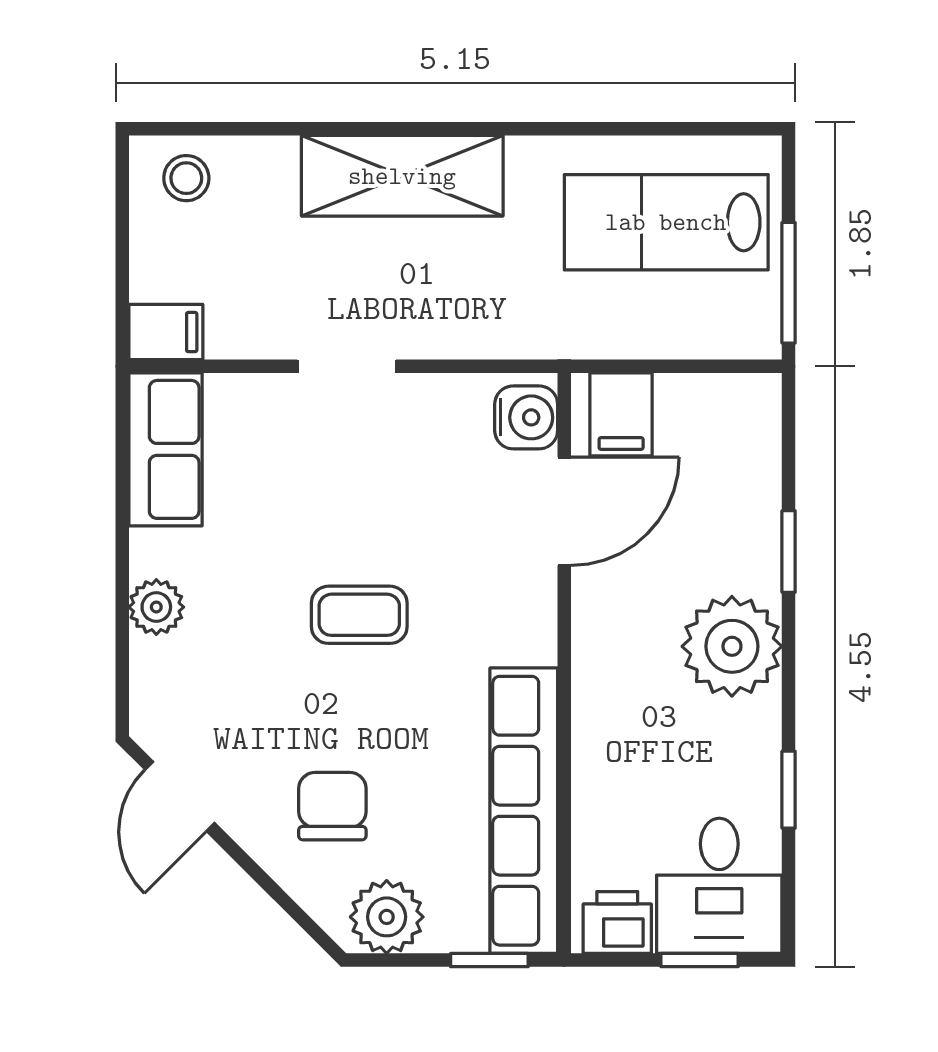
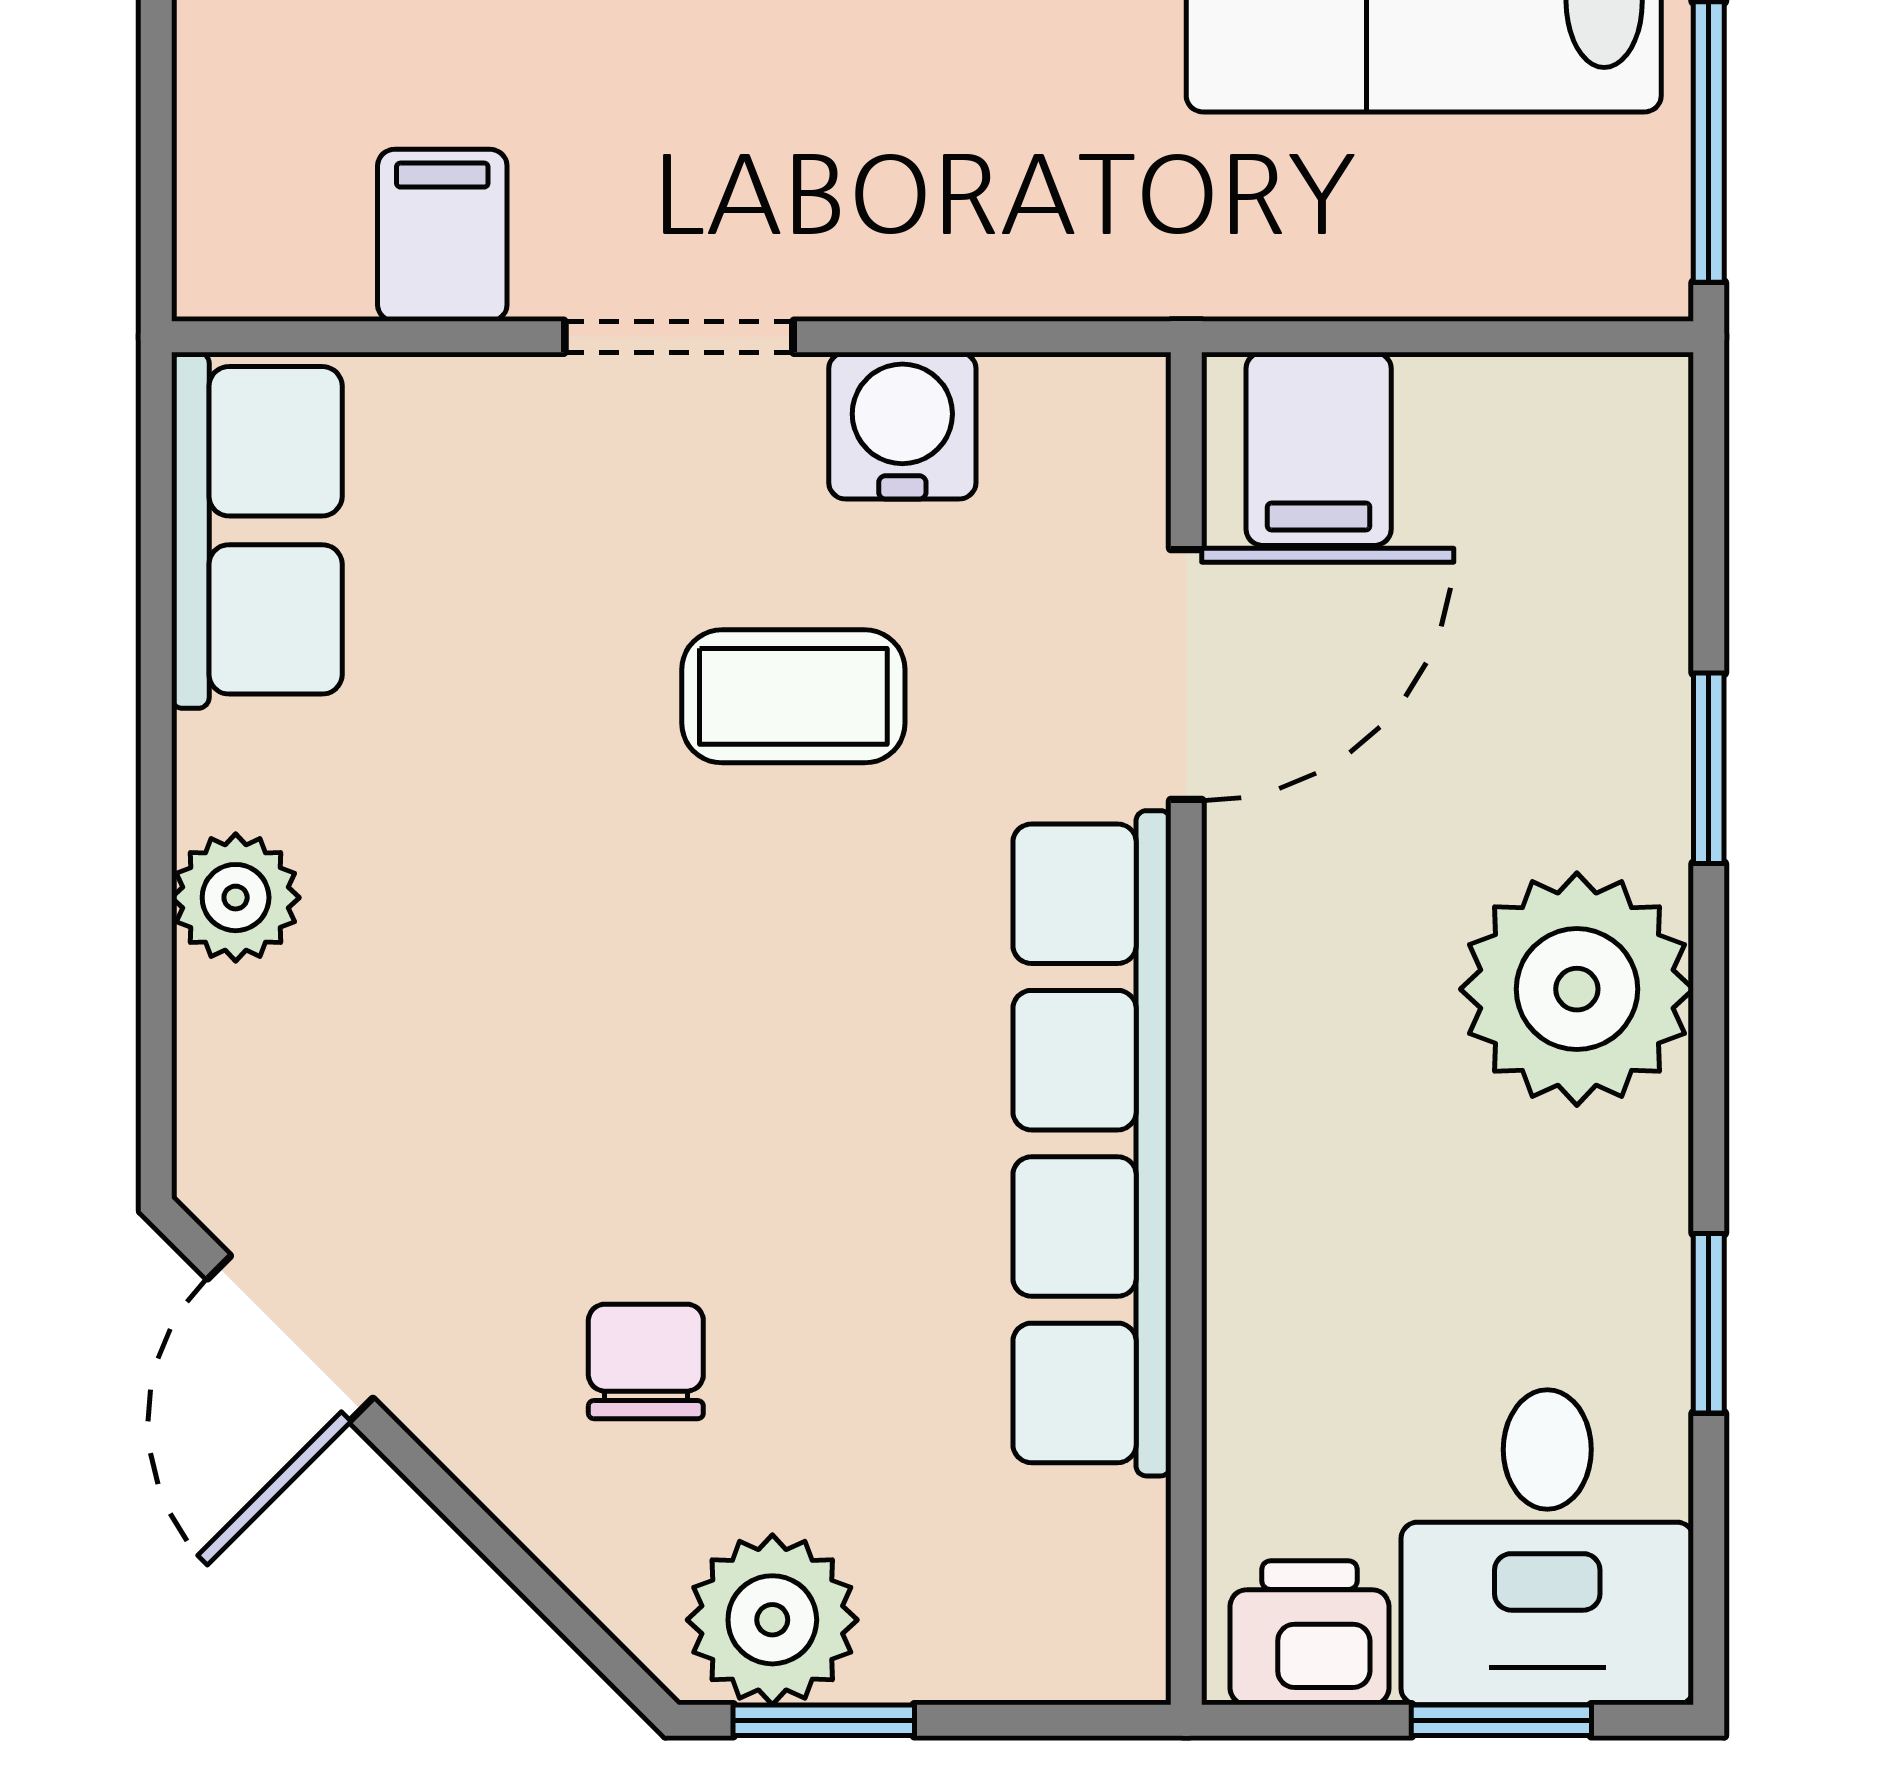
filing cabinet: (166, 332) -> (442, 235), moved, turned -90
water cooler: (526, 417) -> (902, 426), moved, turned -90
coffee table: (359, 615) -> (793, 696), moved
chair: (332, 806) -> (646, 1361), width x0.73, depth x0.73
row of seats: (524, 811) -> (1092, 1143), moved
window: (489, 960) -> (824, 1720), moved

